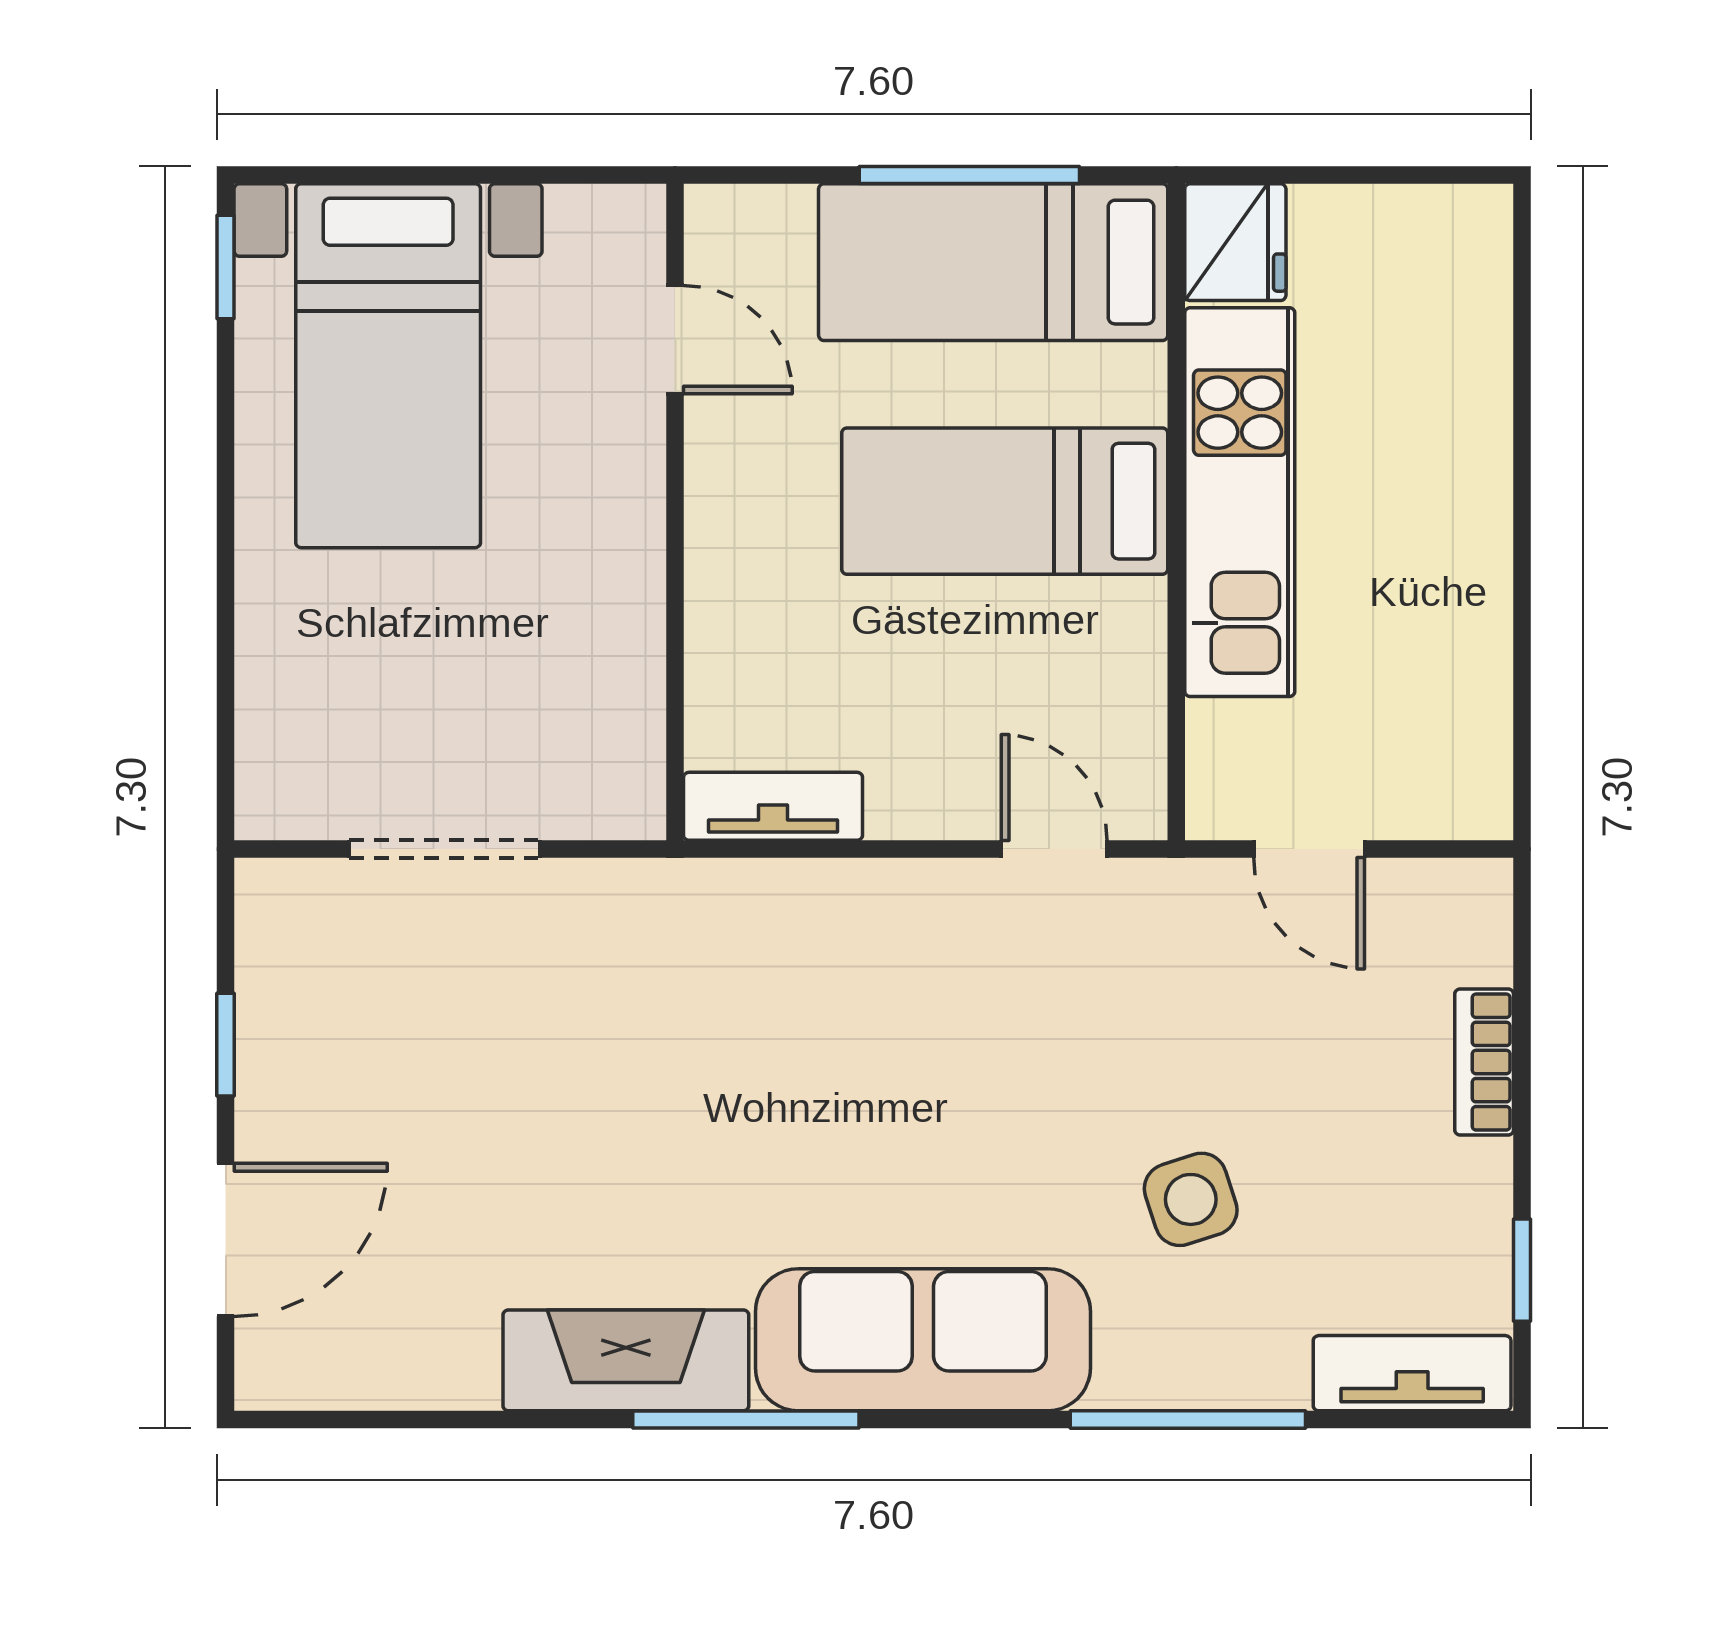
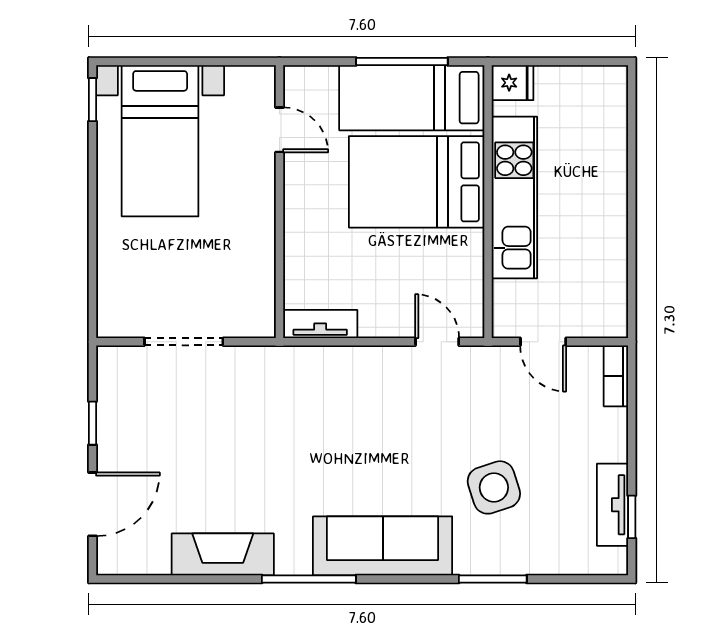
fridge: (1235, 242) -> (512, 83), width x0.72
bed: (1005, 501) -> (417, 182), width x1.50
bookcase: (1484, 1062) -> (616, 376), moved
side table: (1191, 1199) -> (494, 487), width x1.37, depth x1.37
fireplace: (626, 1360) -> (223, 554), moved
tv unit: (1412, 1373) -> (612, 505), moved, turned -90
window: (1188, 1420) -> (493, 579), width x0.69

